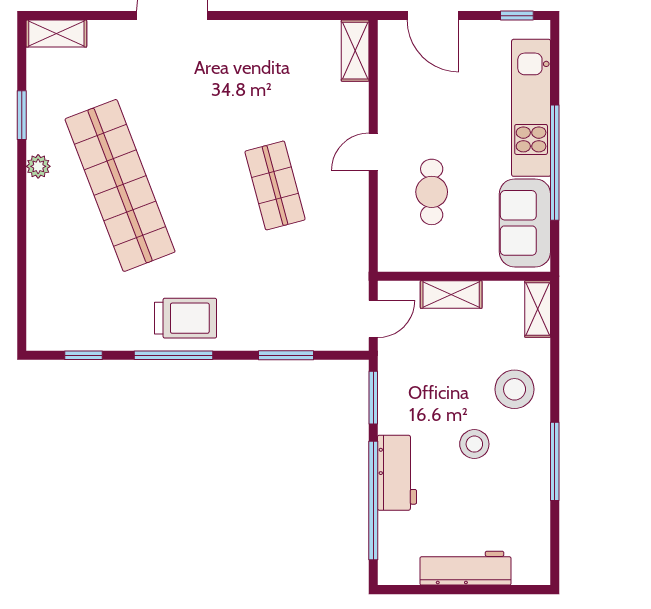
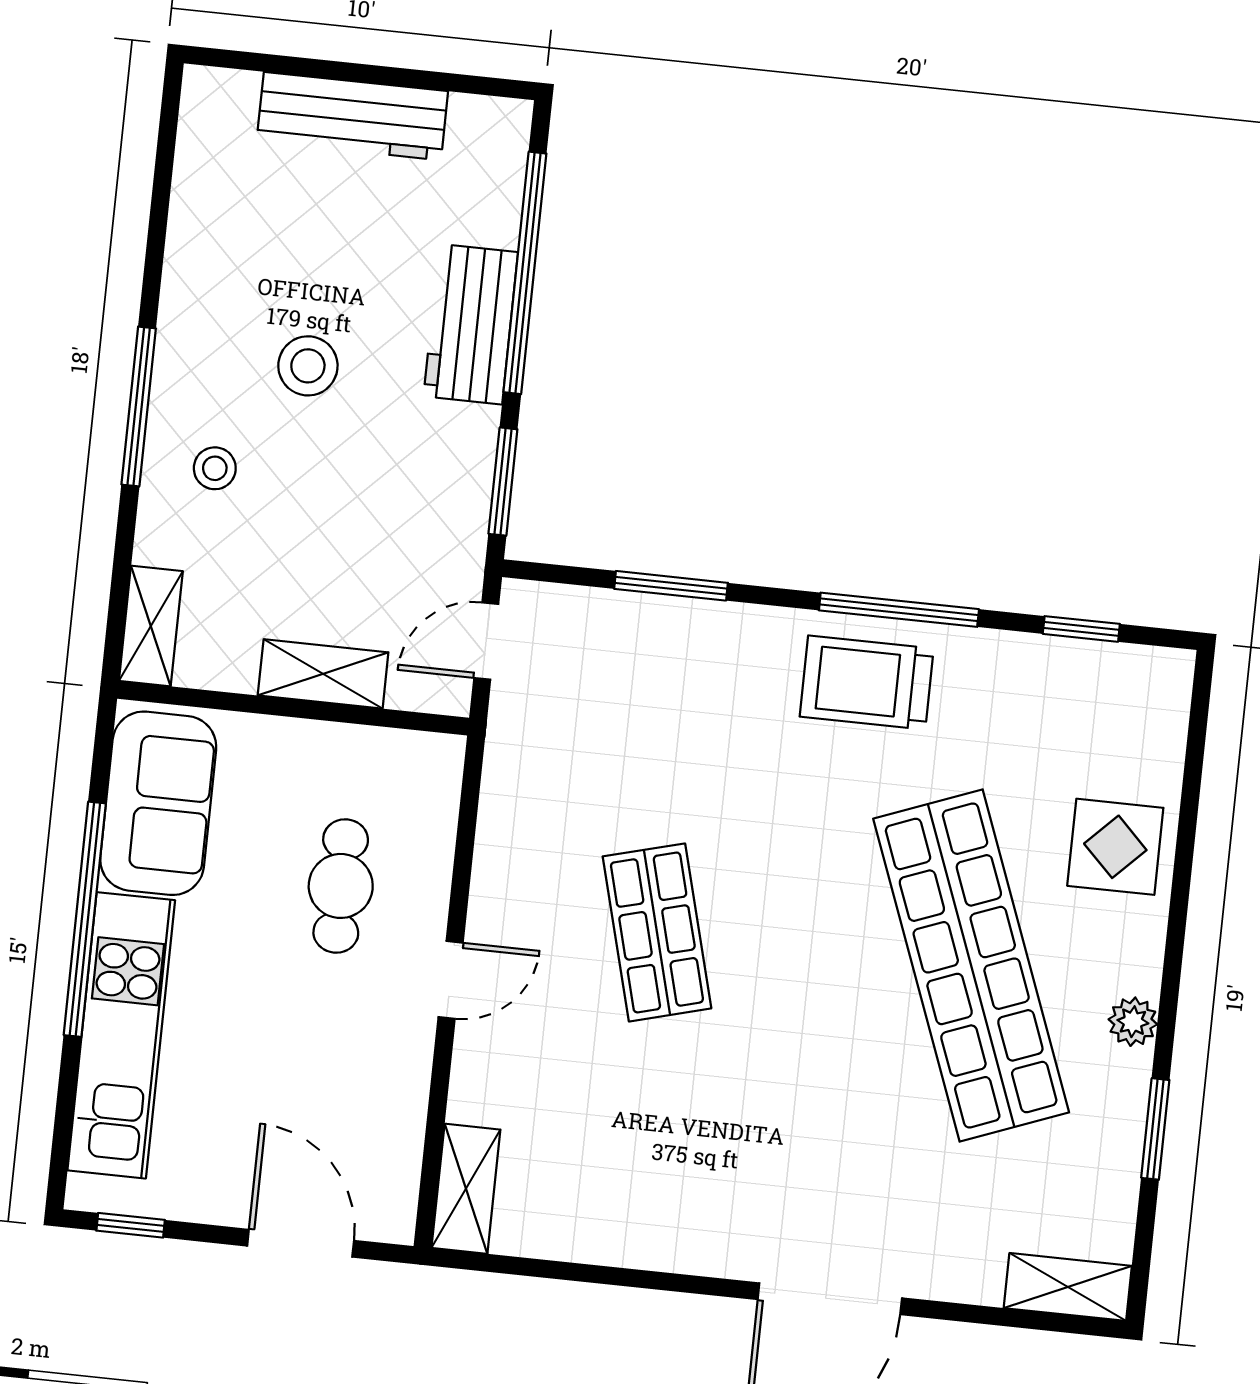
display table: (56, 251) -> (1115, 847), added
stool: (515, 389) -> (215, 468), width x0.53, depth x0.53
window: (555, 461) -> (139, 406), moved

